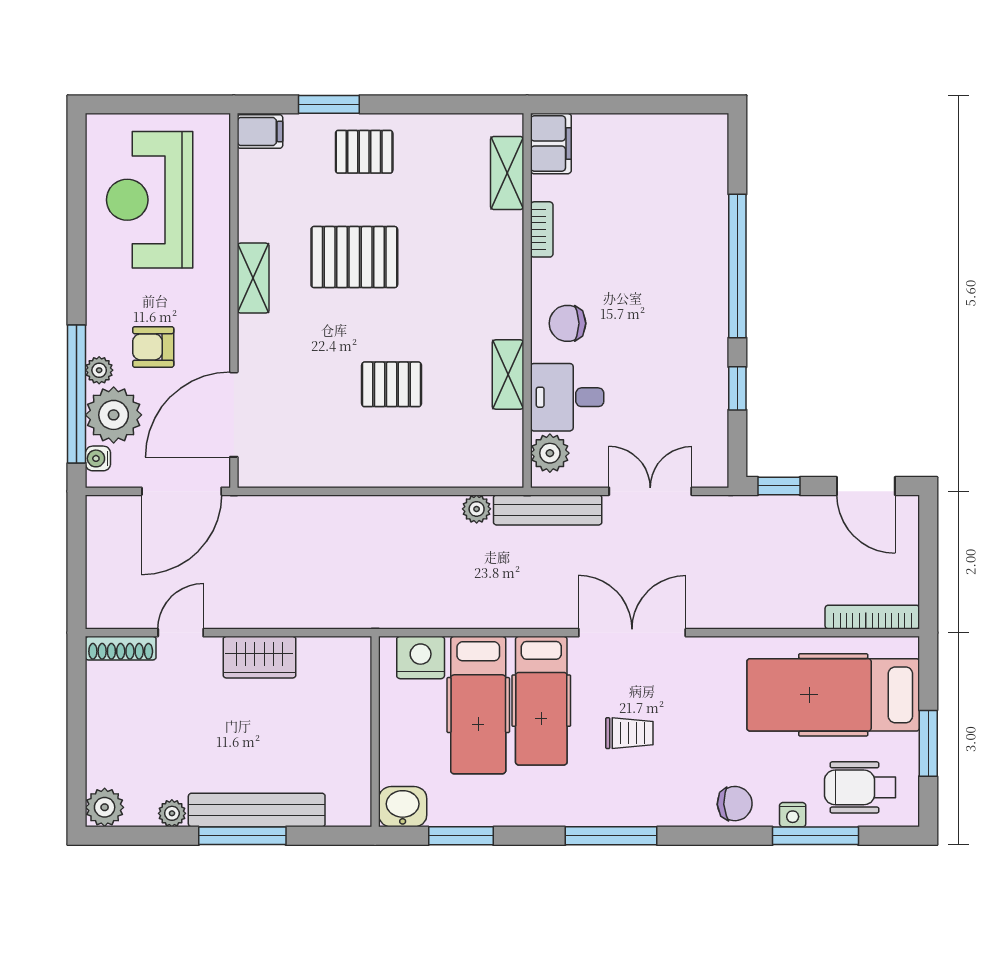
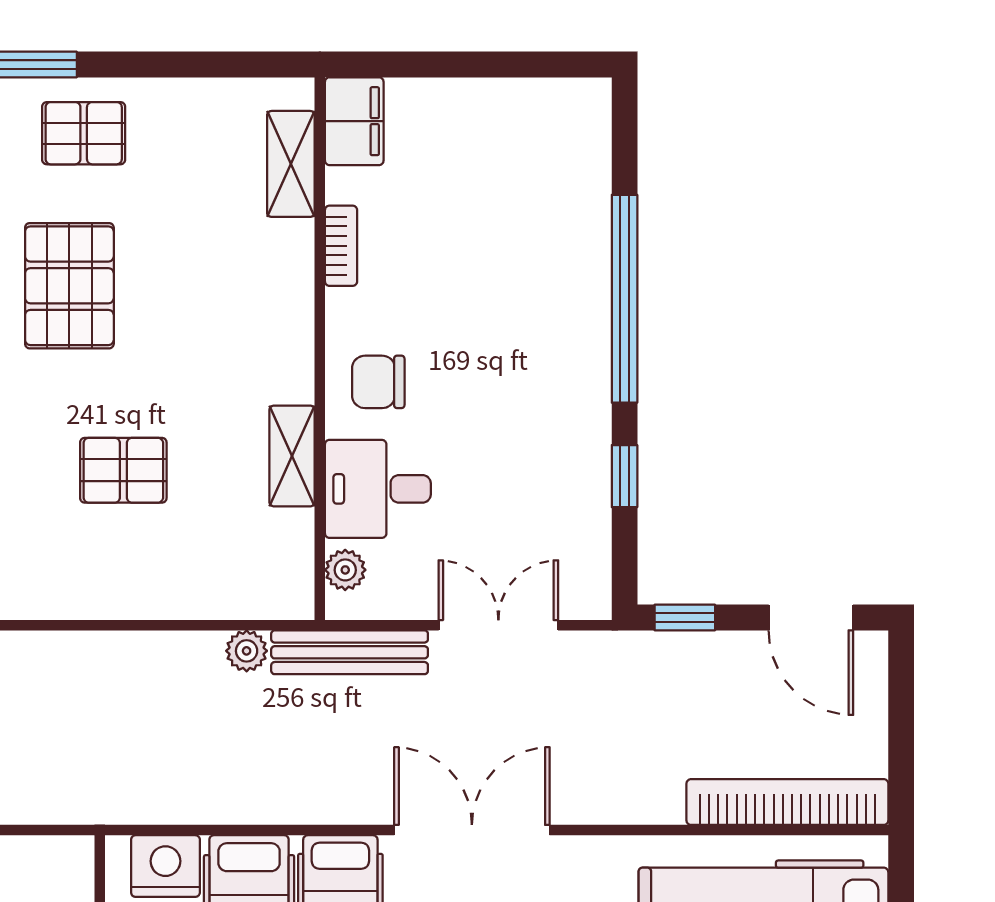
pallet: (354, 257) -> (69, 286), turned 90
plant: (550, 453) -> (345, 570), width x0.73, depth x0.73
bookcase: (872, 617) -> (787, 802), width x1.48, depth x1.31

